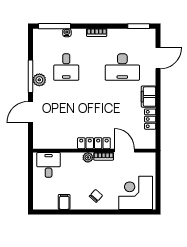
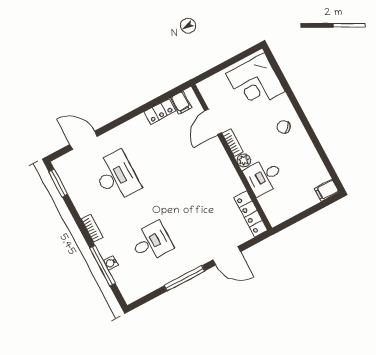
window: (54, 26) -> (102, 266), moved
plant: (39, 80) -> (183, 266), removed
filing cabinet: (149, 97) -> (181, 103), moved, width x0.50
locker: (94, 143) -> (251, 214), moved
desk: (49, 165) -> (264, 176), moved
filing cabinet: (64, 202) -> (327, 190), moved

